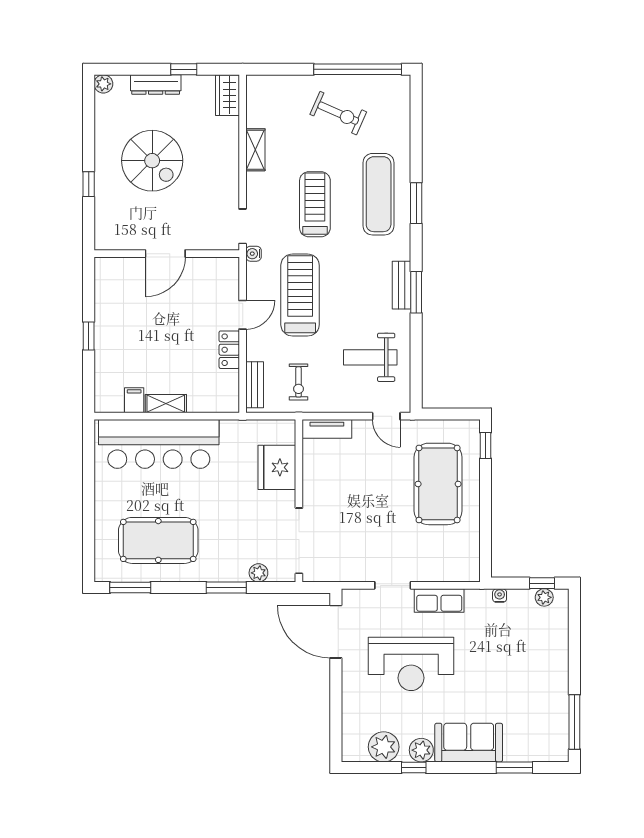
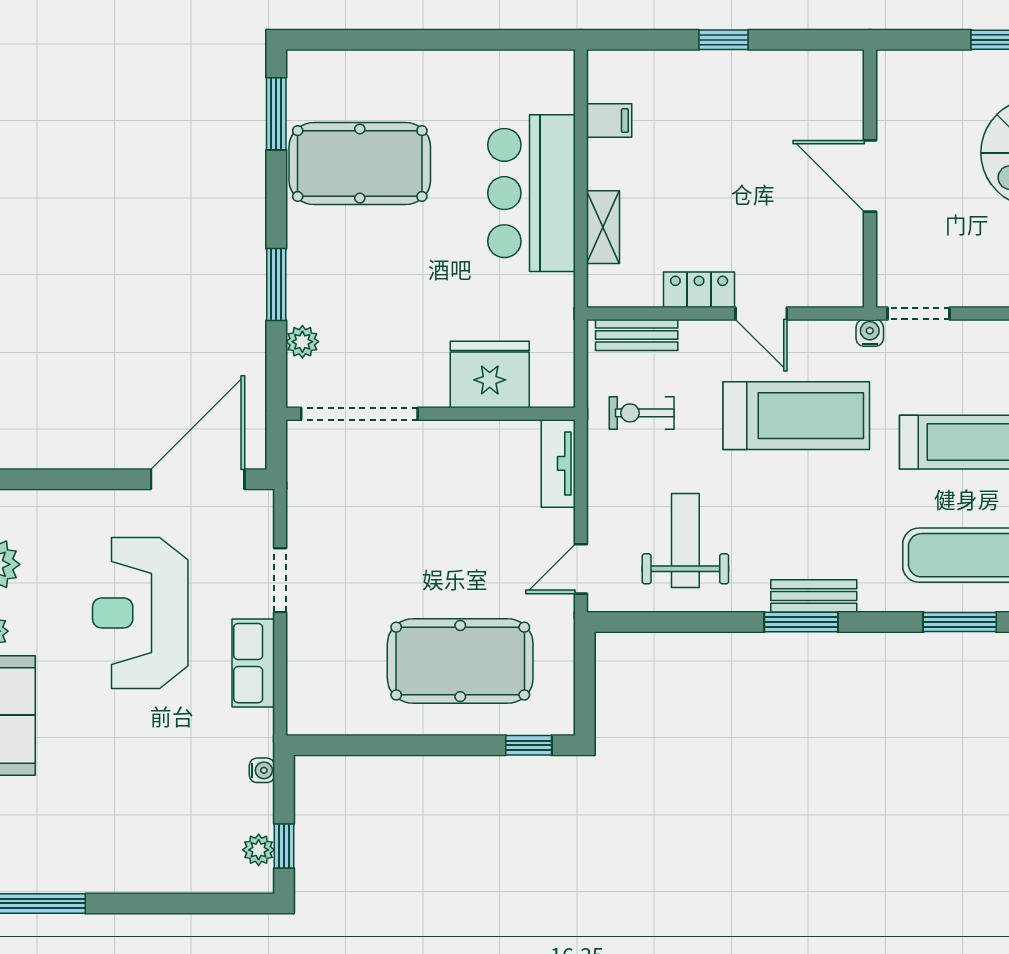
shelving: (166, 404) -> (603, 227), moved
bar counter: (159, 444) -> (531, 193), width x0.73
pool table: (158, 540) -> (360, 164), turned 90

